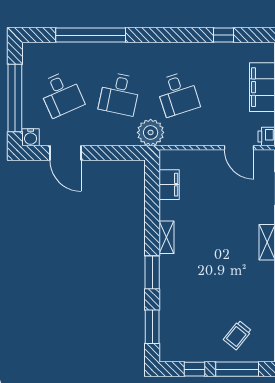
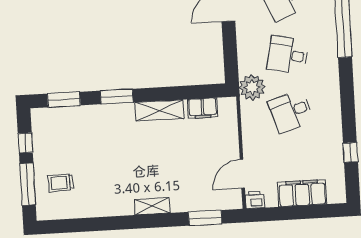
shelving: (166, 237) -> (159, 110), width x1.50, depth x1.33
trolley: (237, 335) -> (61, 183), turned -41

